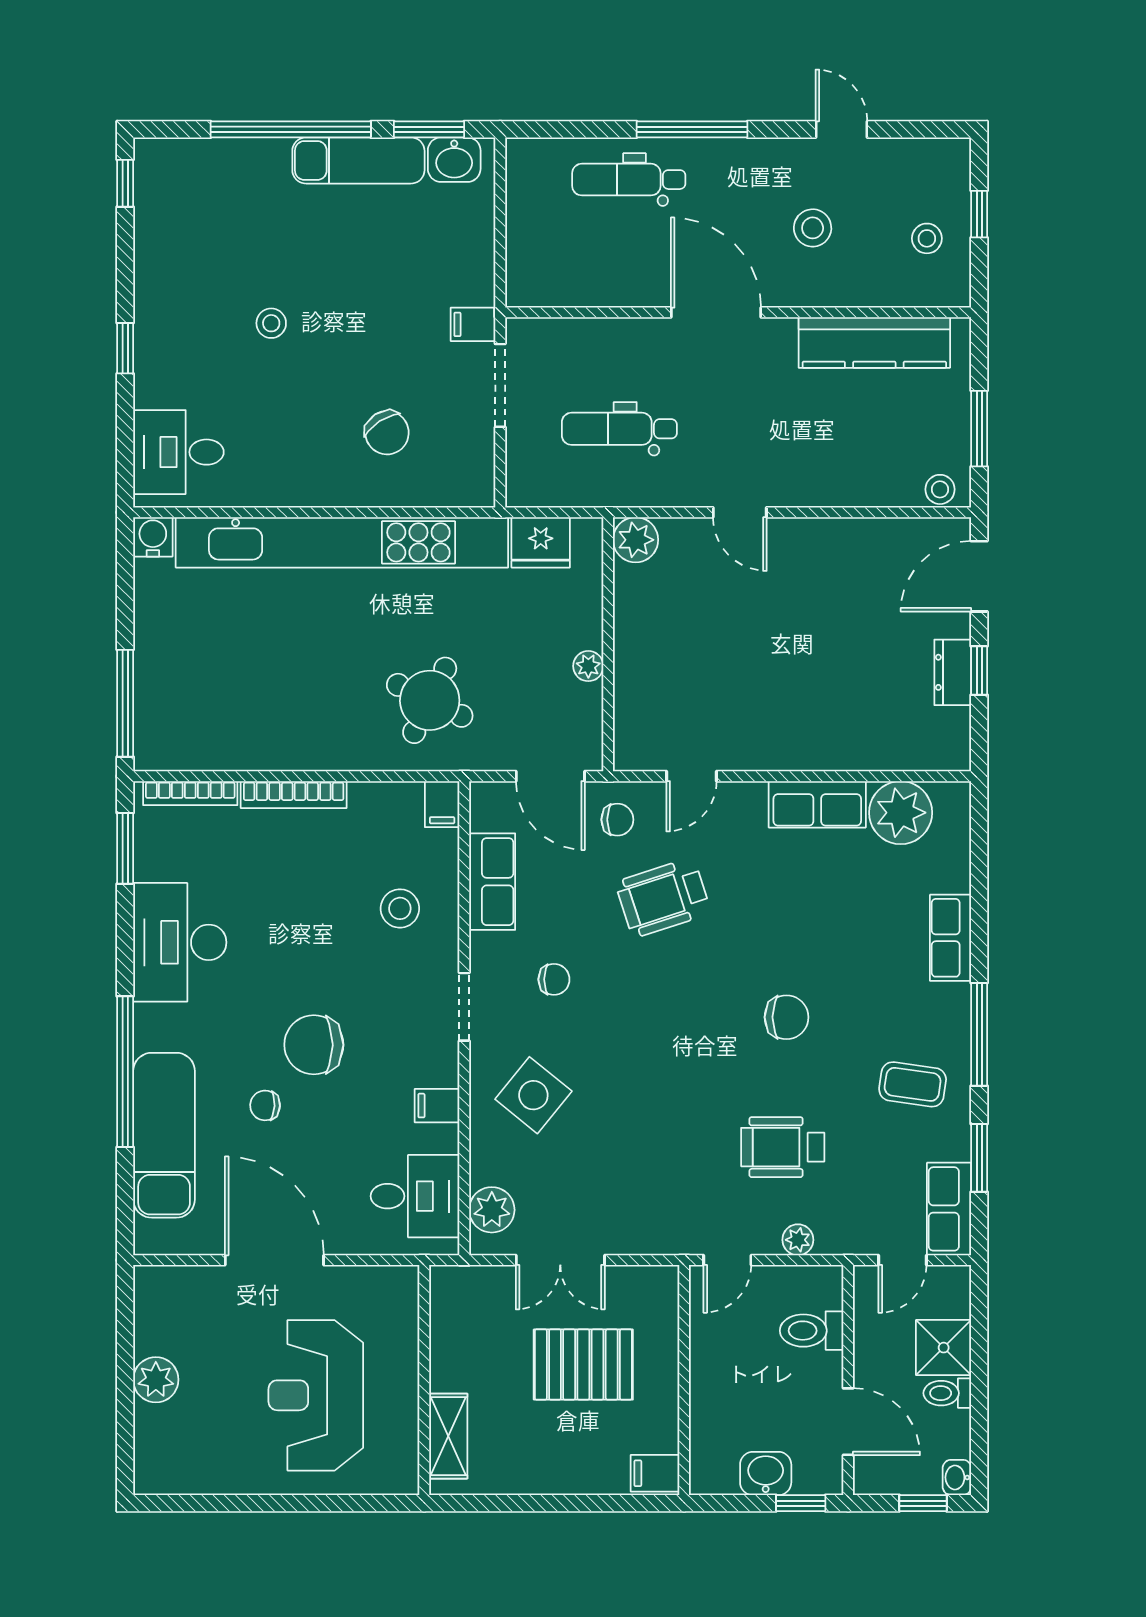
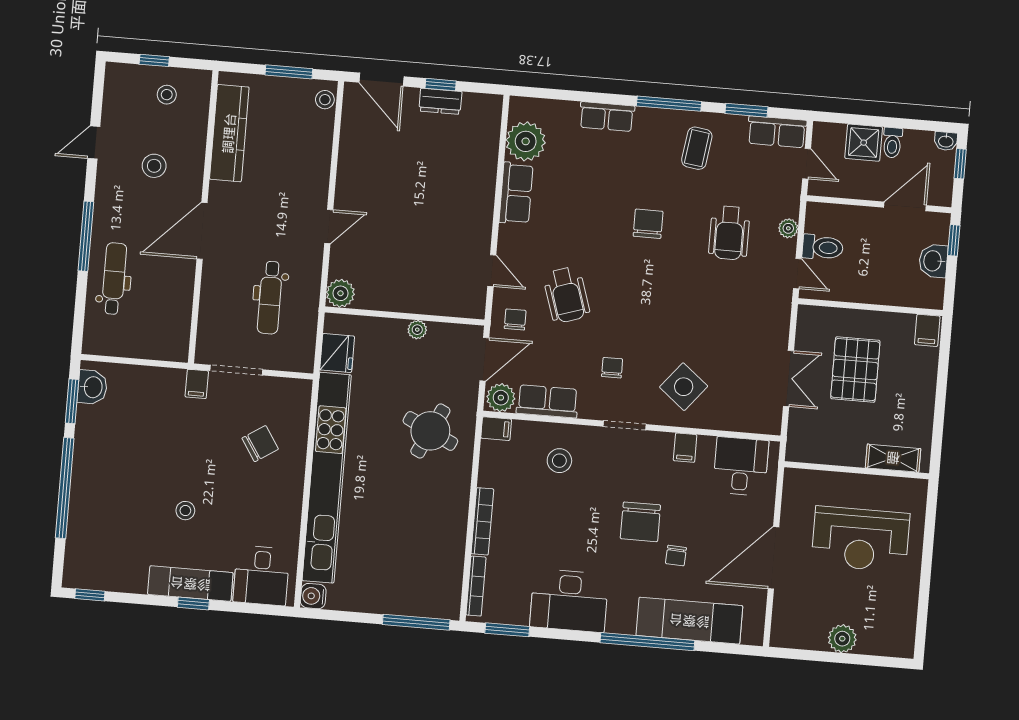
exam couch: (358, 160) -> (190, 584), moved, turned -90
dental chair: (629, 180) -> (114, 279), turned 180
plant: (492, 1210) -> (501, 398), moved
toilet: (812, 1331) -> (823, 247), moved, turned -90

